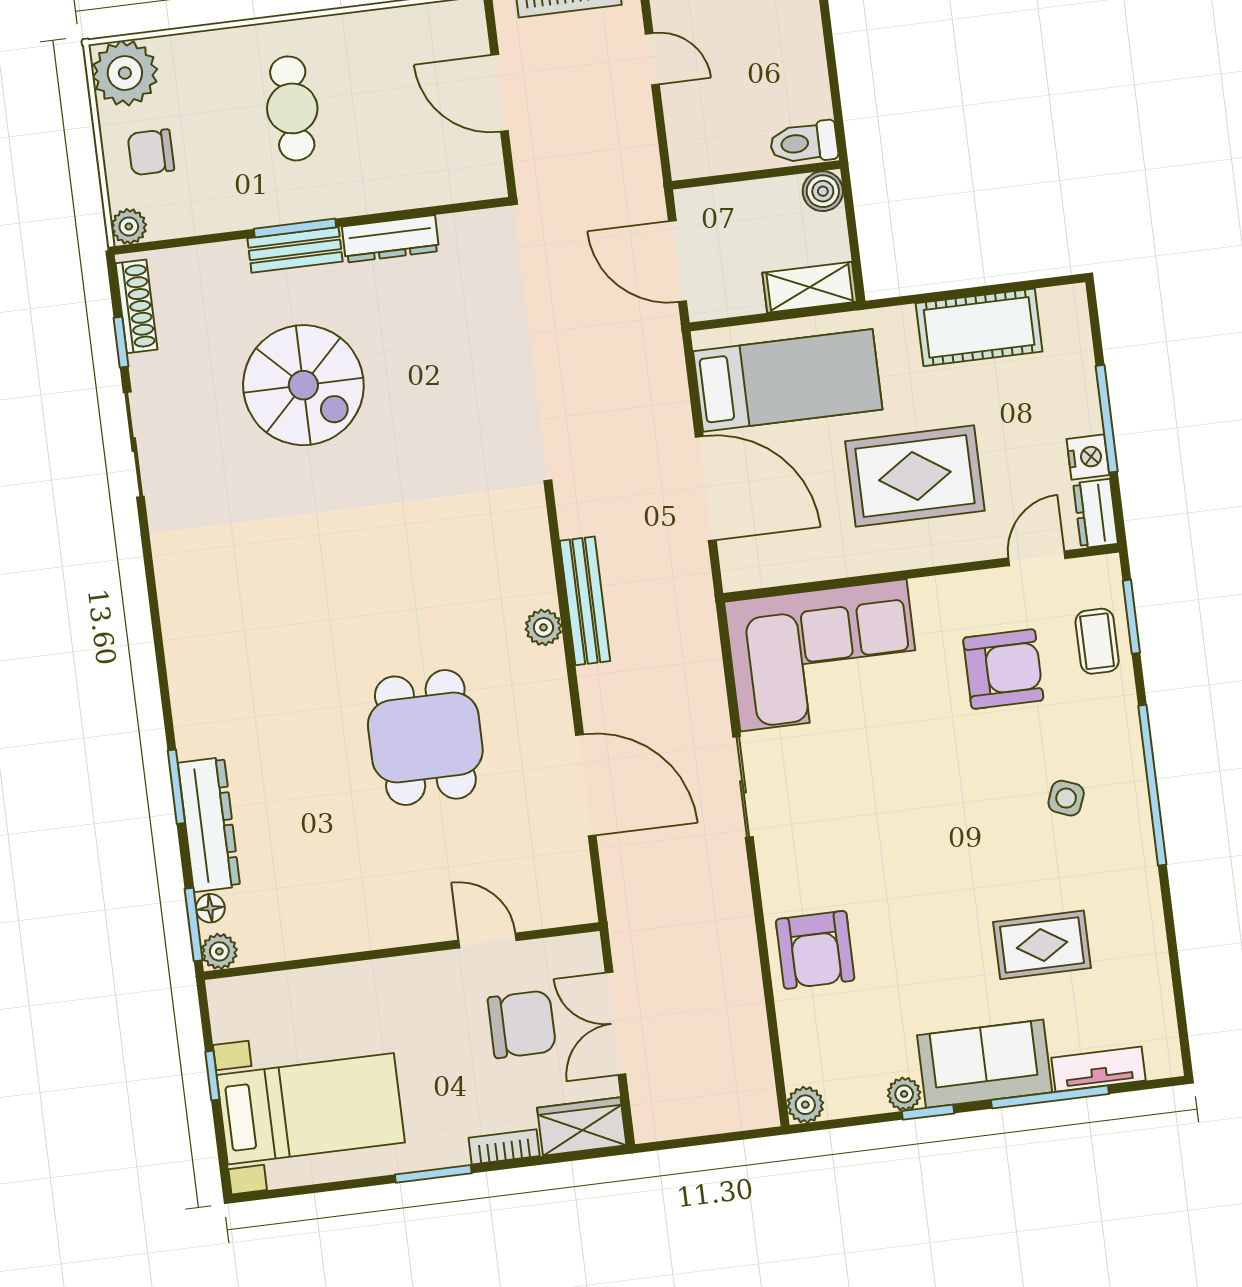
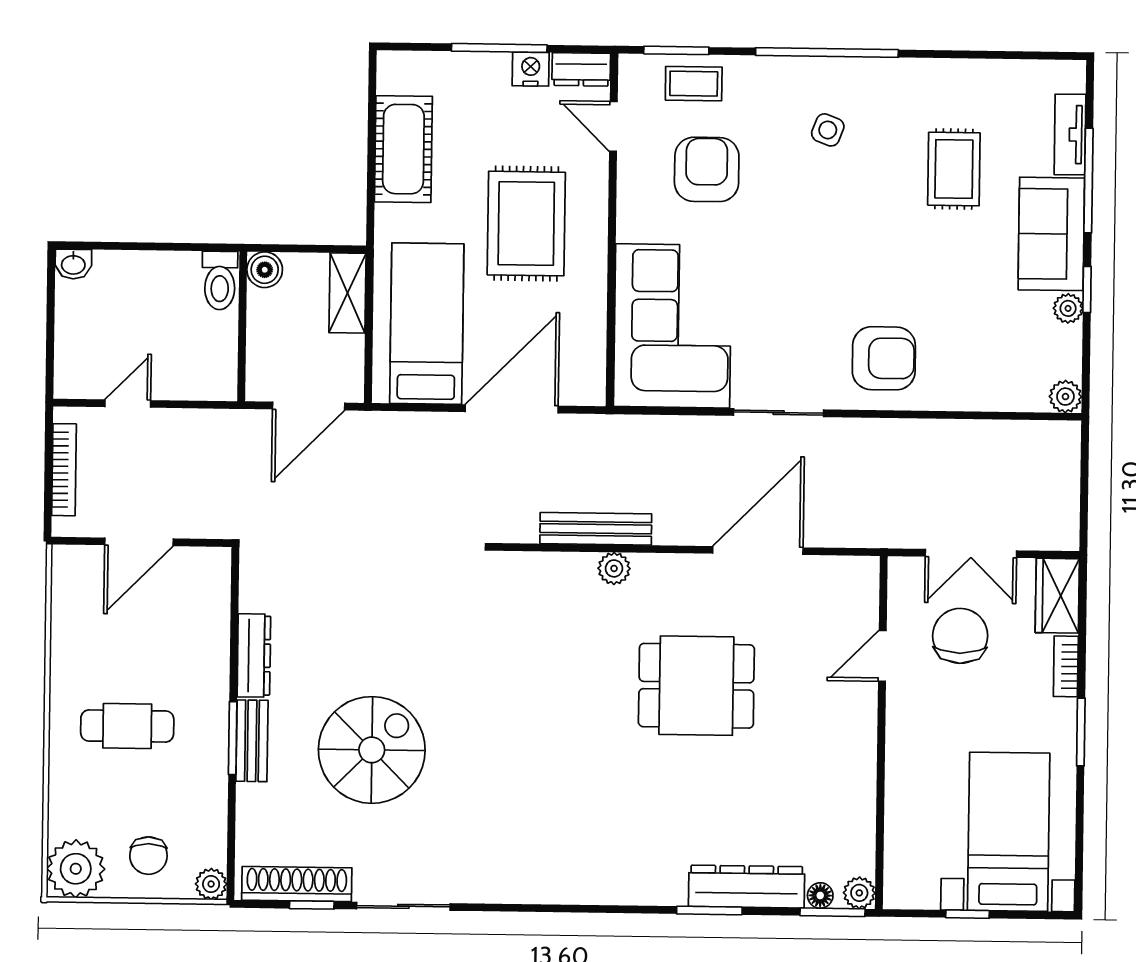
shoe rack: (136, 306) -> (297, 884), width x1.36, depth x1.24
armchair: (815, 950) -> (884, 358), moved

